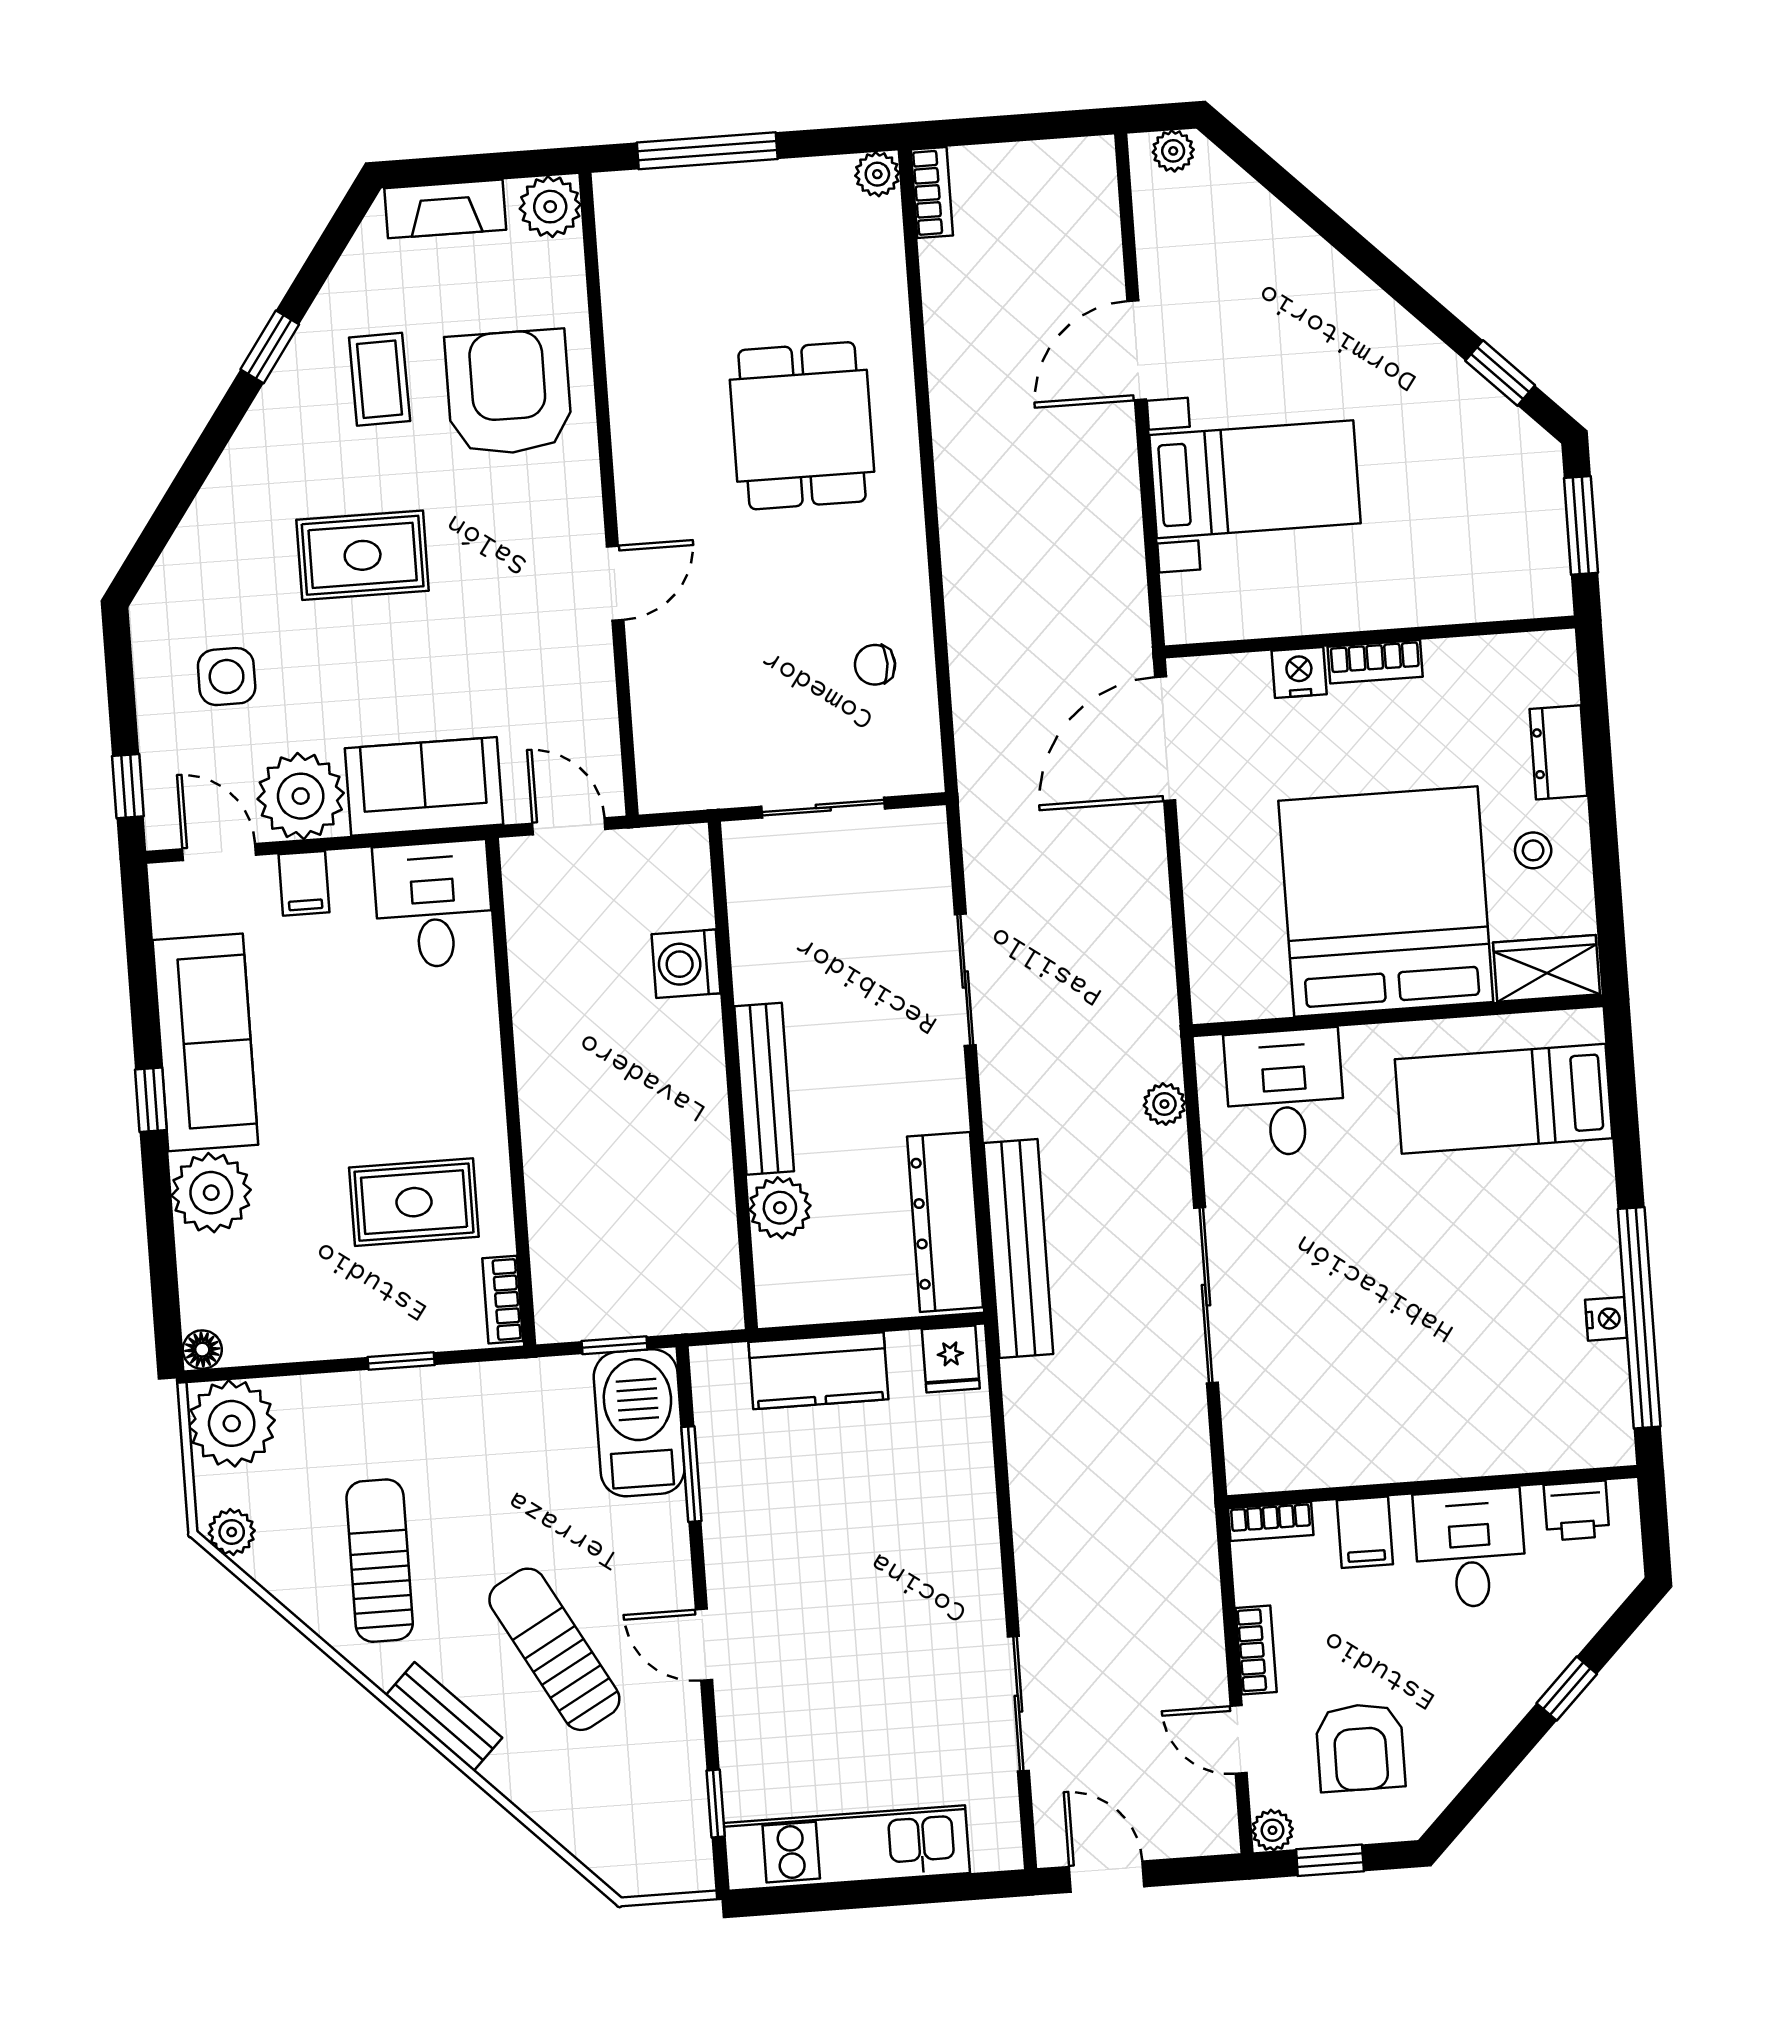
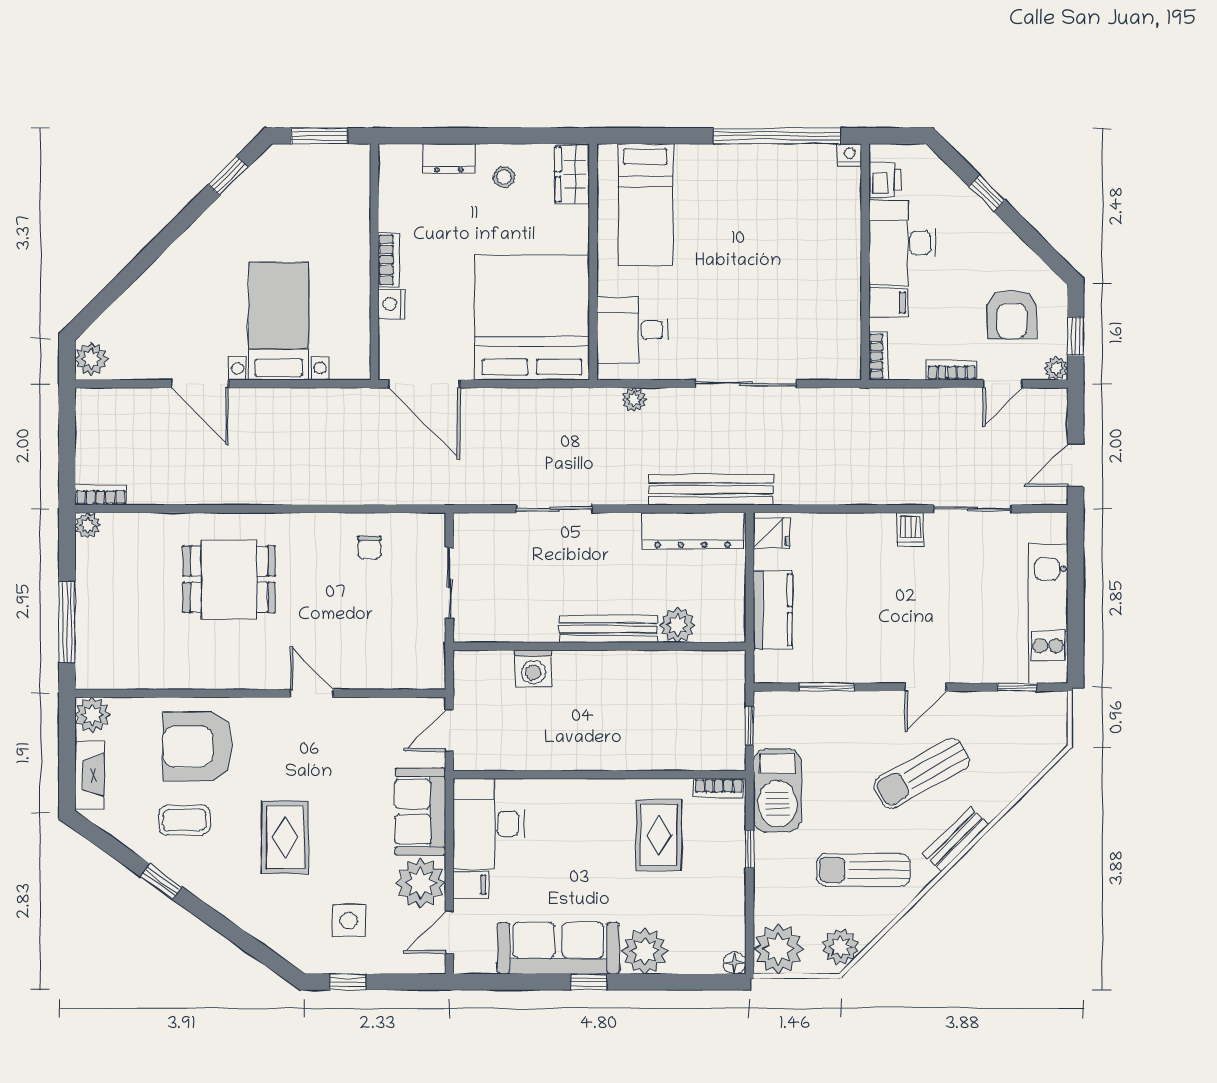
plant: (1173, 151) -> (91, 359), width x1.38, depth x1.38
window: (128, 786) -> (348, 982), moved
bed: (1386, 901) -> (532, 318), moved, turned 90
desk: (433, 905) -> (489, 824), width x1.37
nightstand: (1606, 1319) -> (850, 155), moved
barbecue: (639, 1423) -> (777, 790), moved, turned -90
plant: (232, 1532) -> (841, 947), width x1.38, depth x1.38
desk: (1470, 1548) -> (902, 243), width x1.37
dishwasher: (974, 1599) -> (910, 530), added
armchair: (1360, 1747) -> (1012, 314), turned 90

